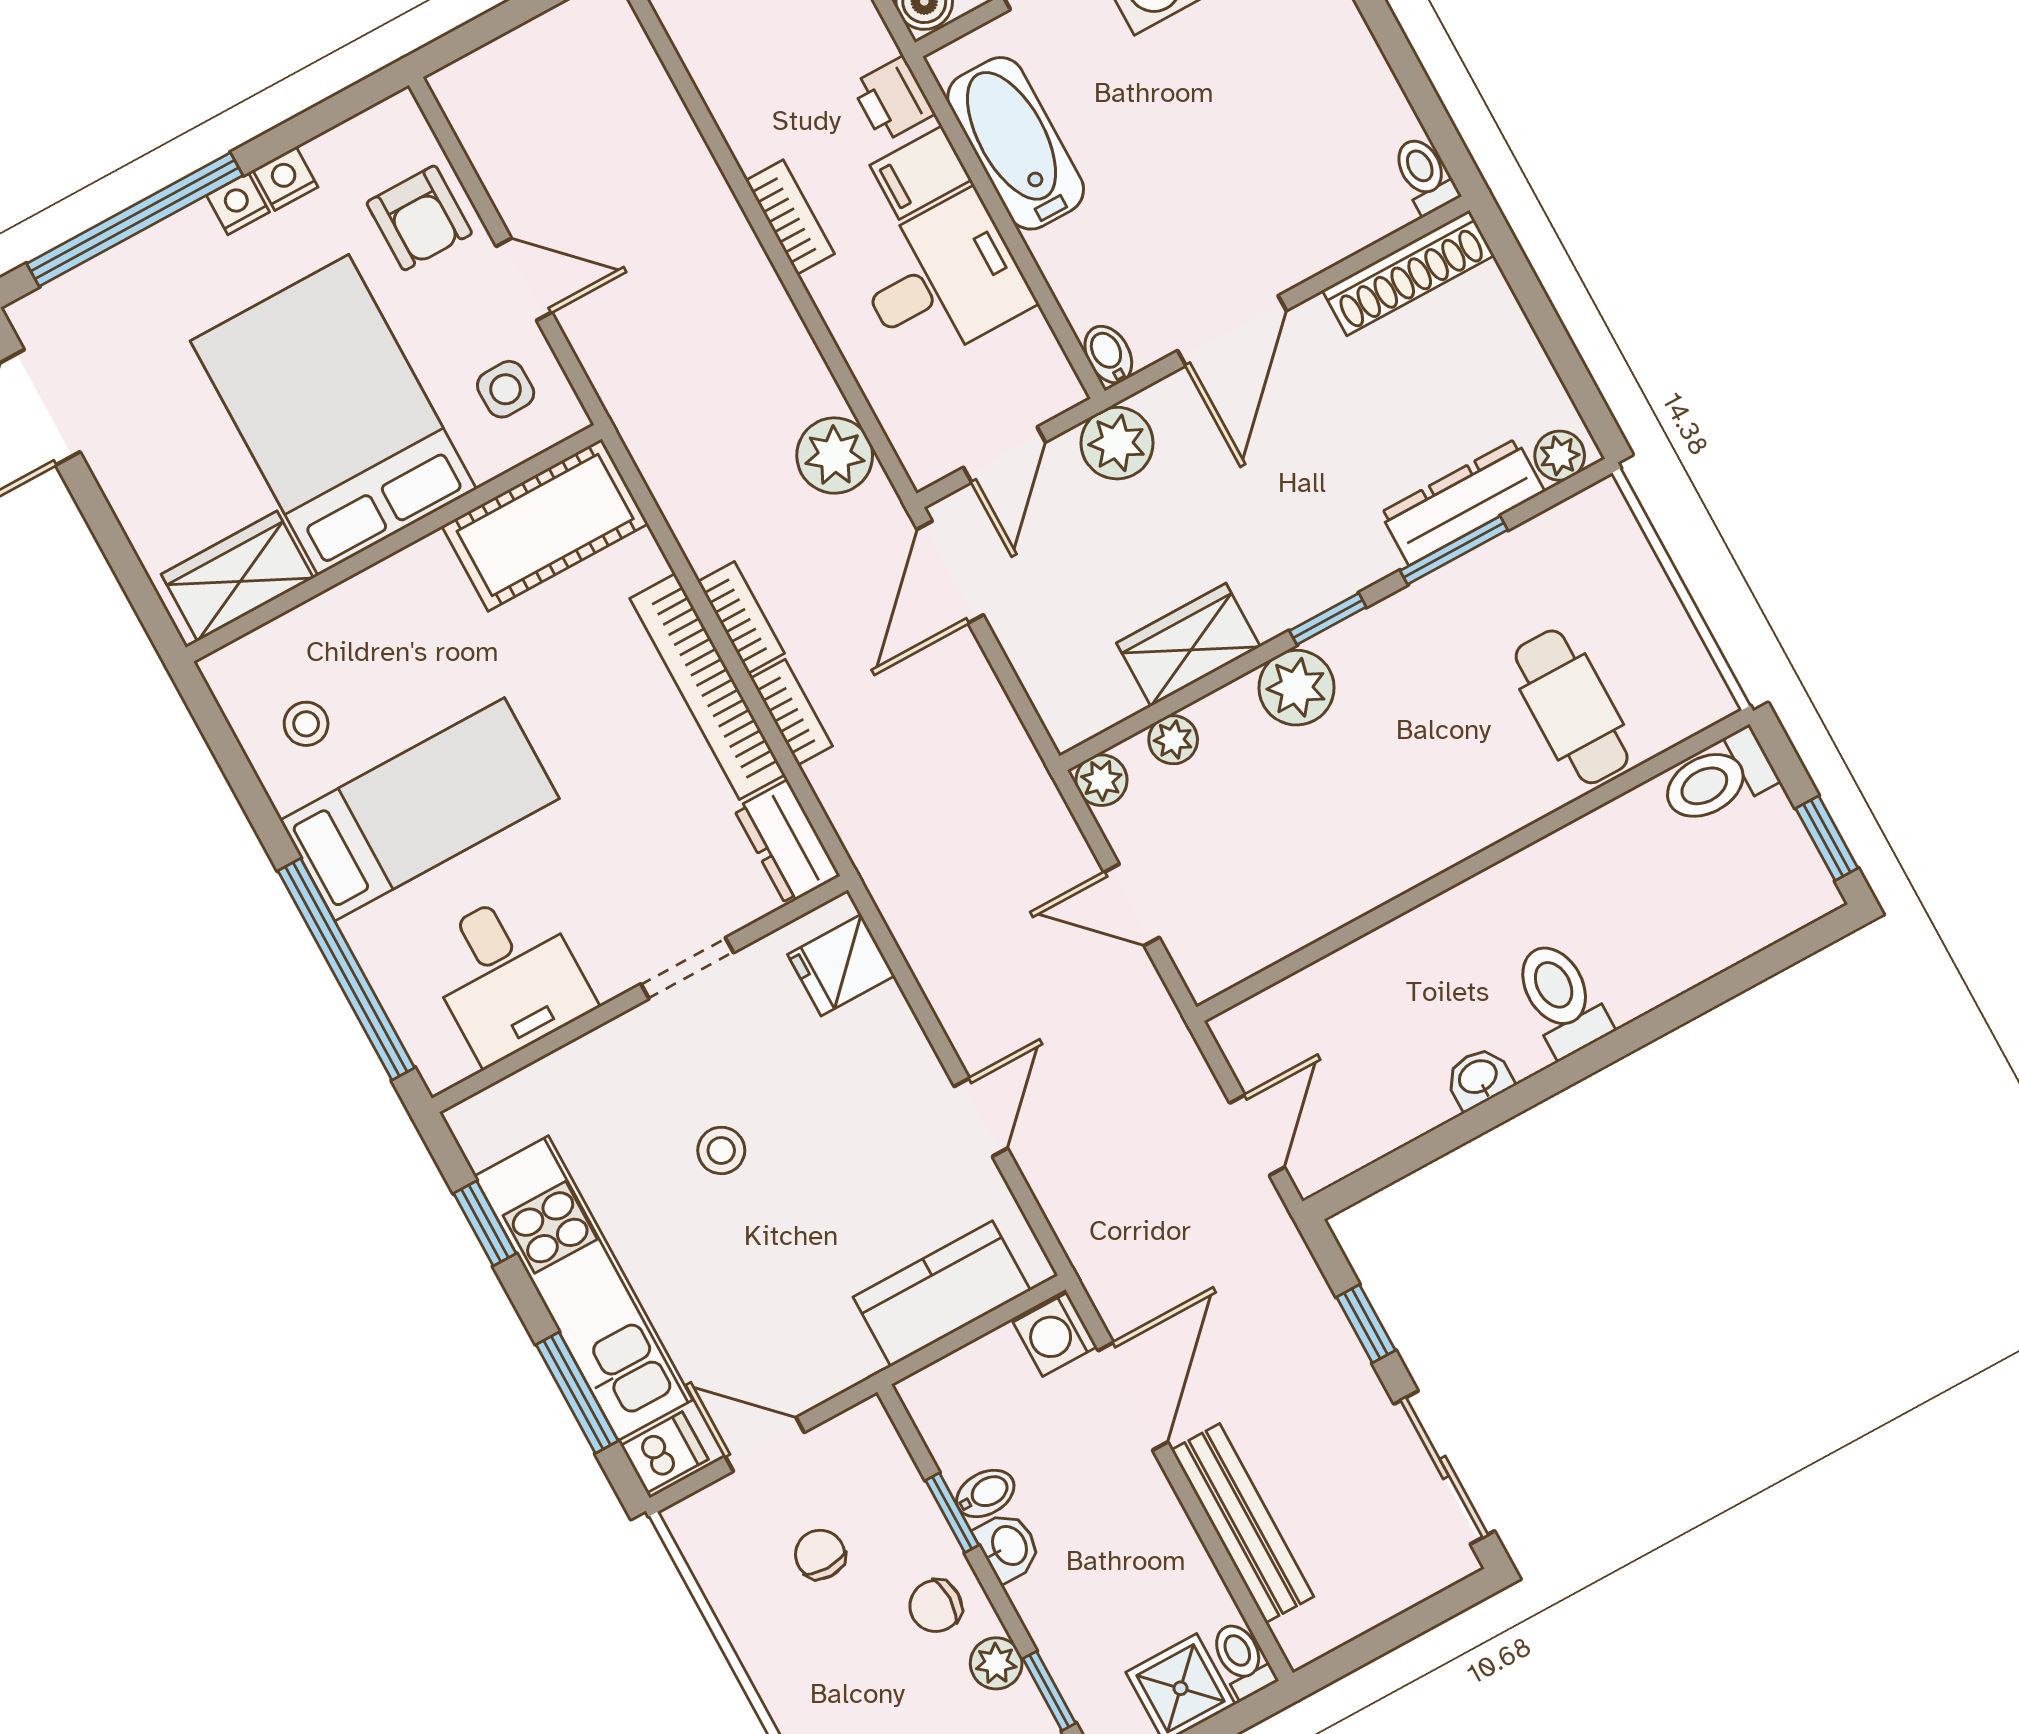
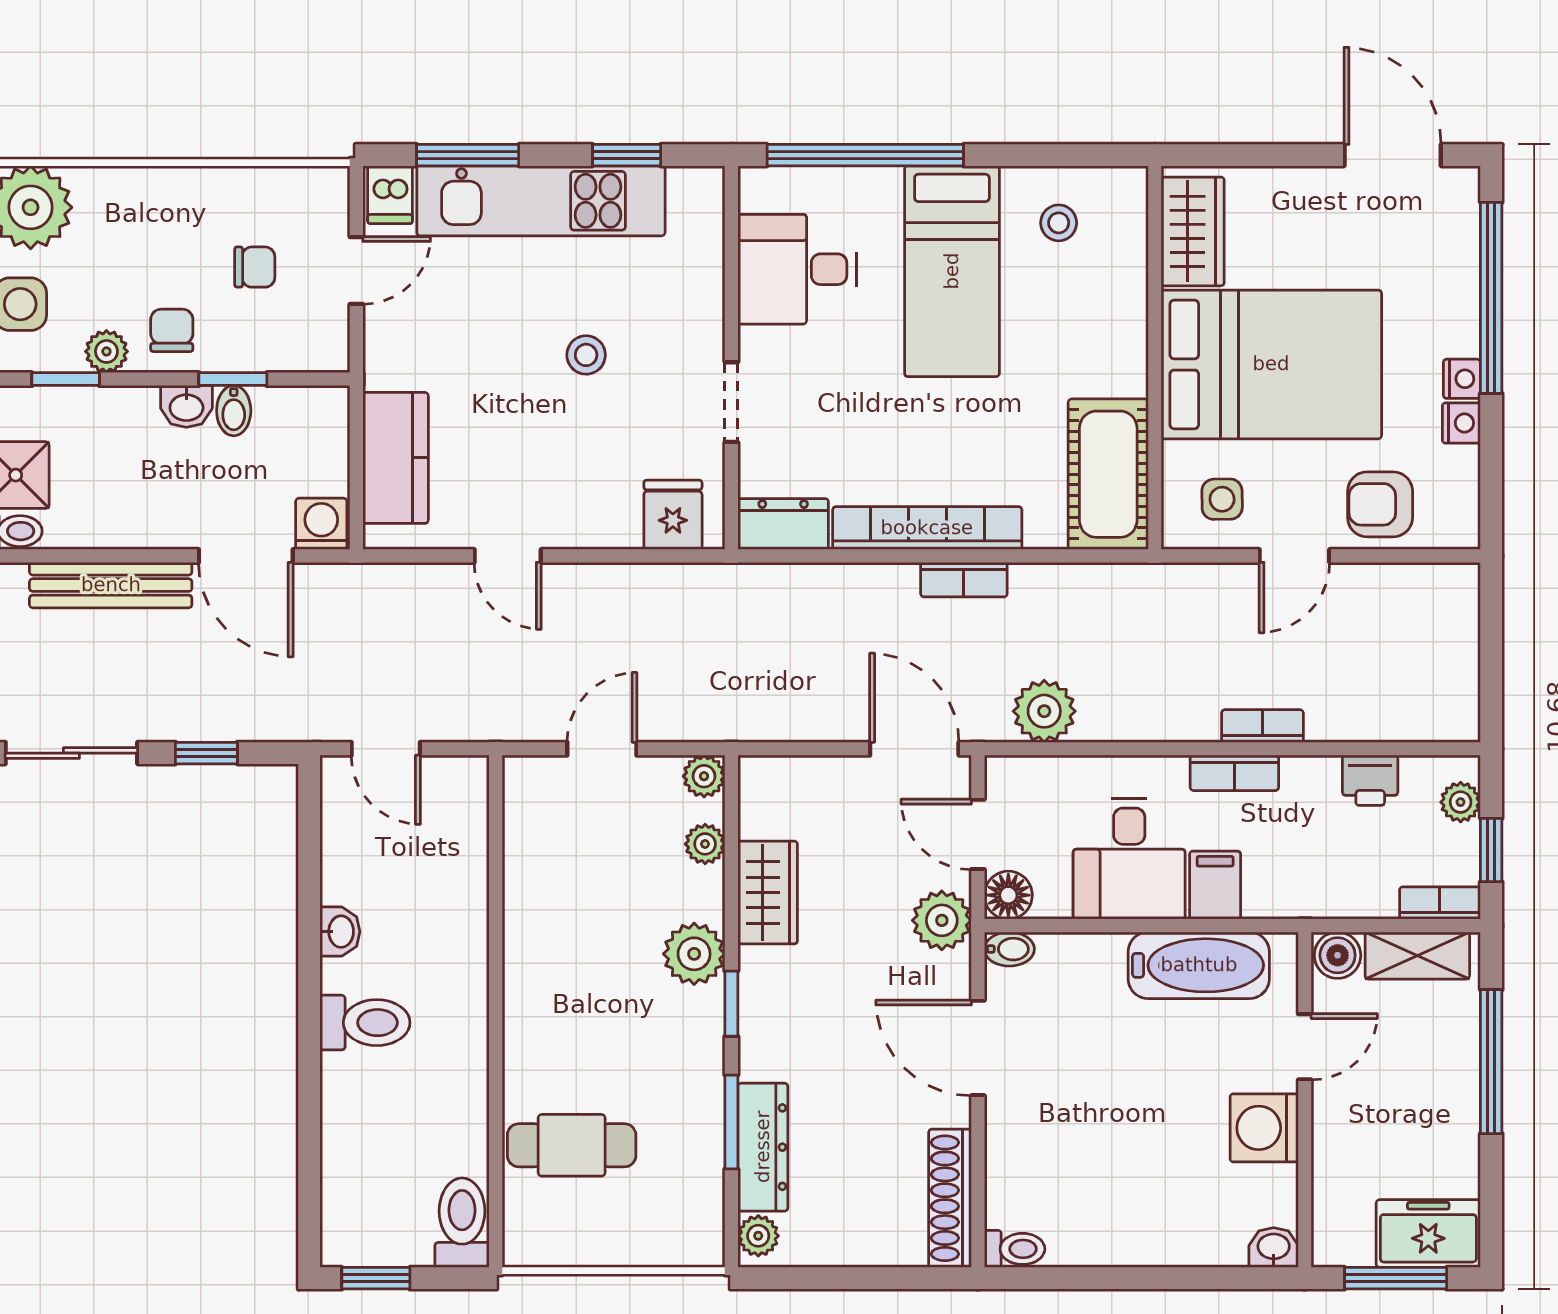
printer: (893, 99) -> (1370, 780), moved, turned 180
floor lamp: (1052, 387) -> (1008, 895), added
bookcase: (791, 712) -> (1262, 726), moved, turned 180

